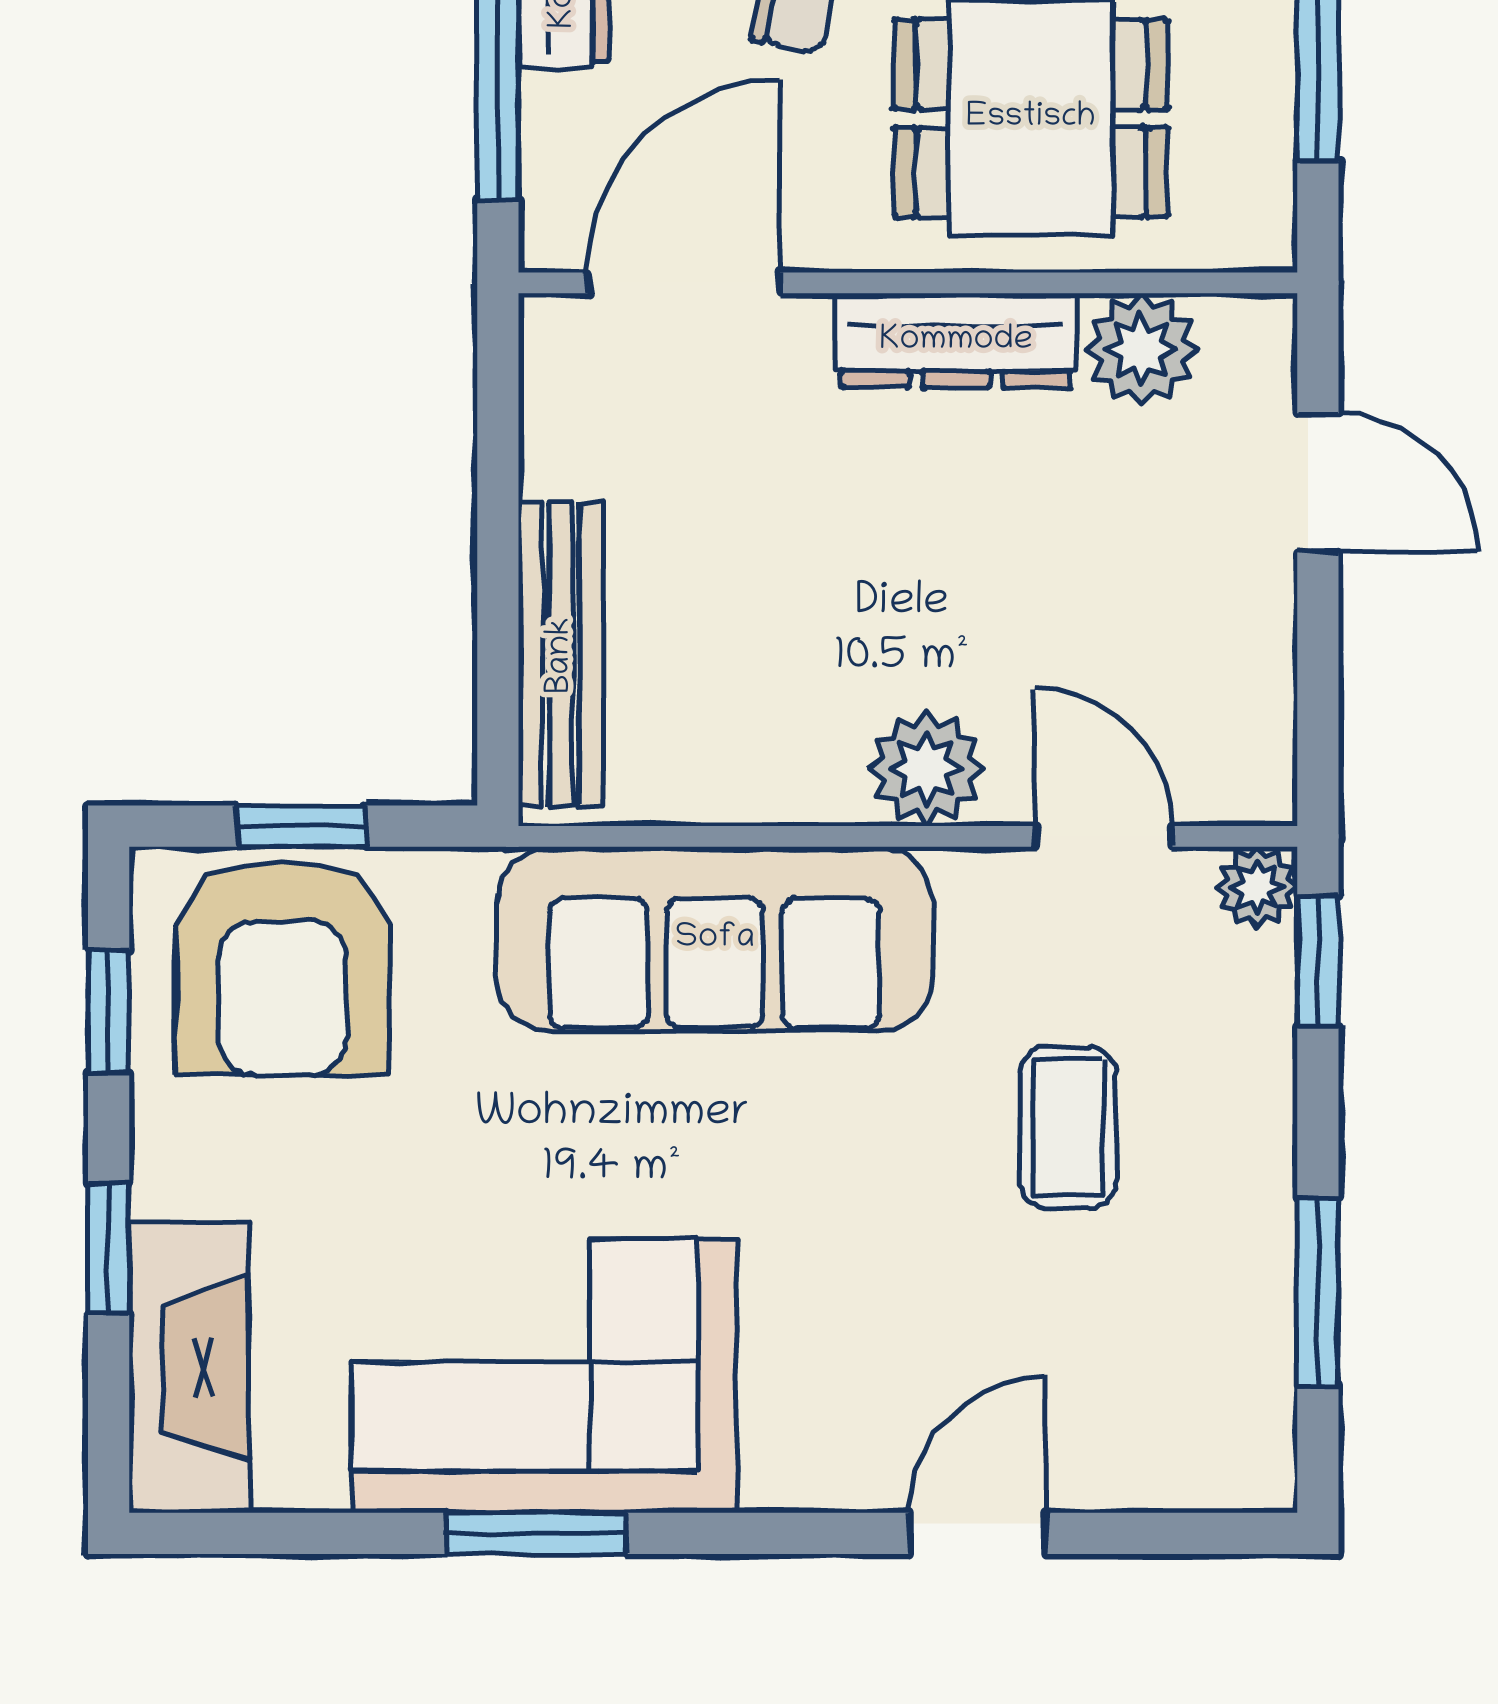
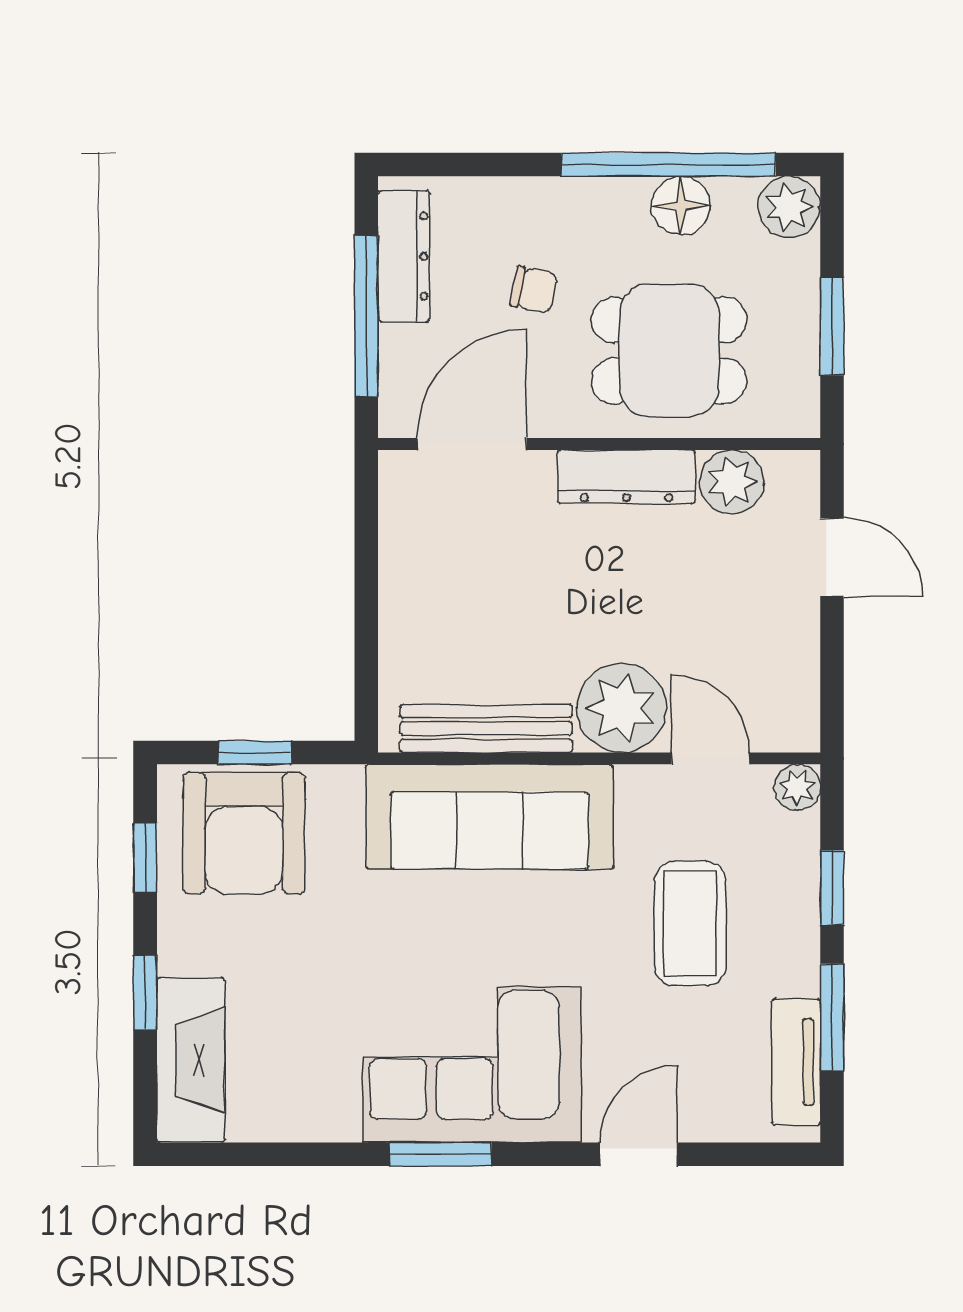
bench: (561, 655) -> (486, 728), moved, turned 90
plant: (926, 769) -> (622, 708), width x1.36, depth x1.36
window: (1318, 961) -> (832, 888), moved
coffee table: (1068, 1127) -> (690, 924), width x1.36, depth x1.30
tv unit: (1255, 1371) -> (796, 1062), added
corner sofa: (544, 1376) -> (472, 1065), moved
window: (536, 1533) -> (440, 1154), moved

